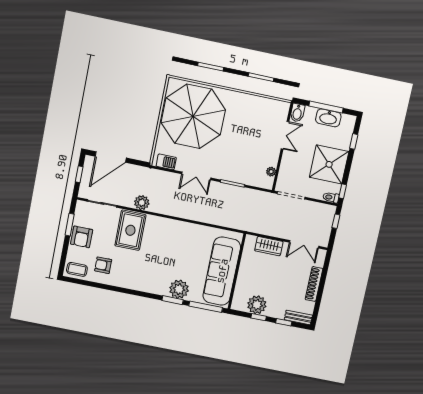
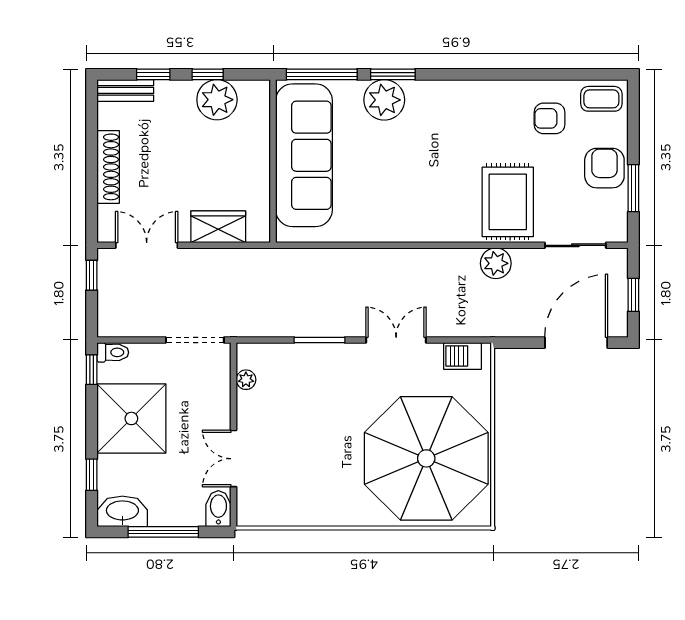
washbasin: (328, 118) -> (122, 511), moved
window: (336, 221) -> (92, 275), moved
armchair: (103, 265) -> (550, 118), turned 180

